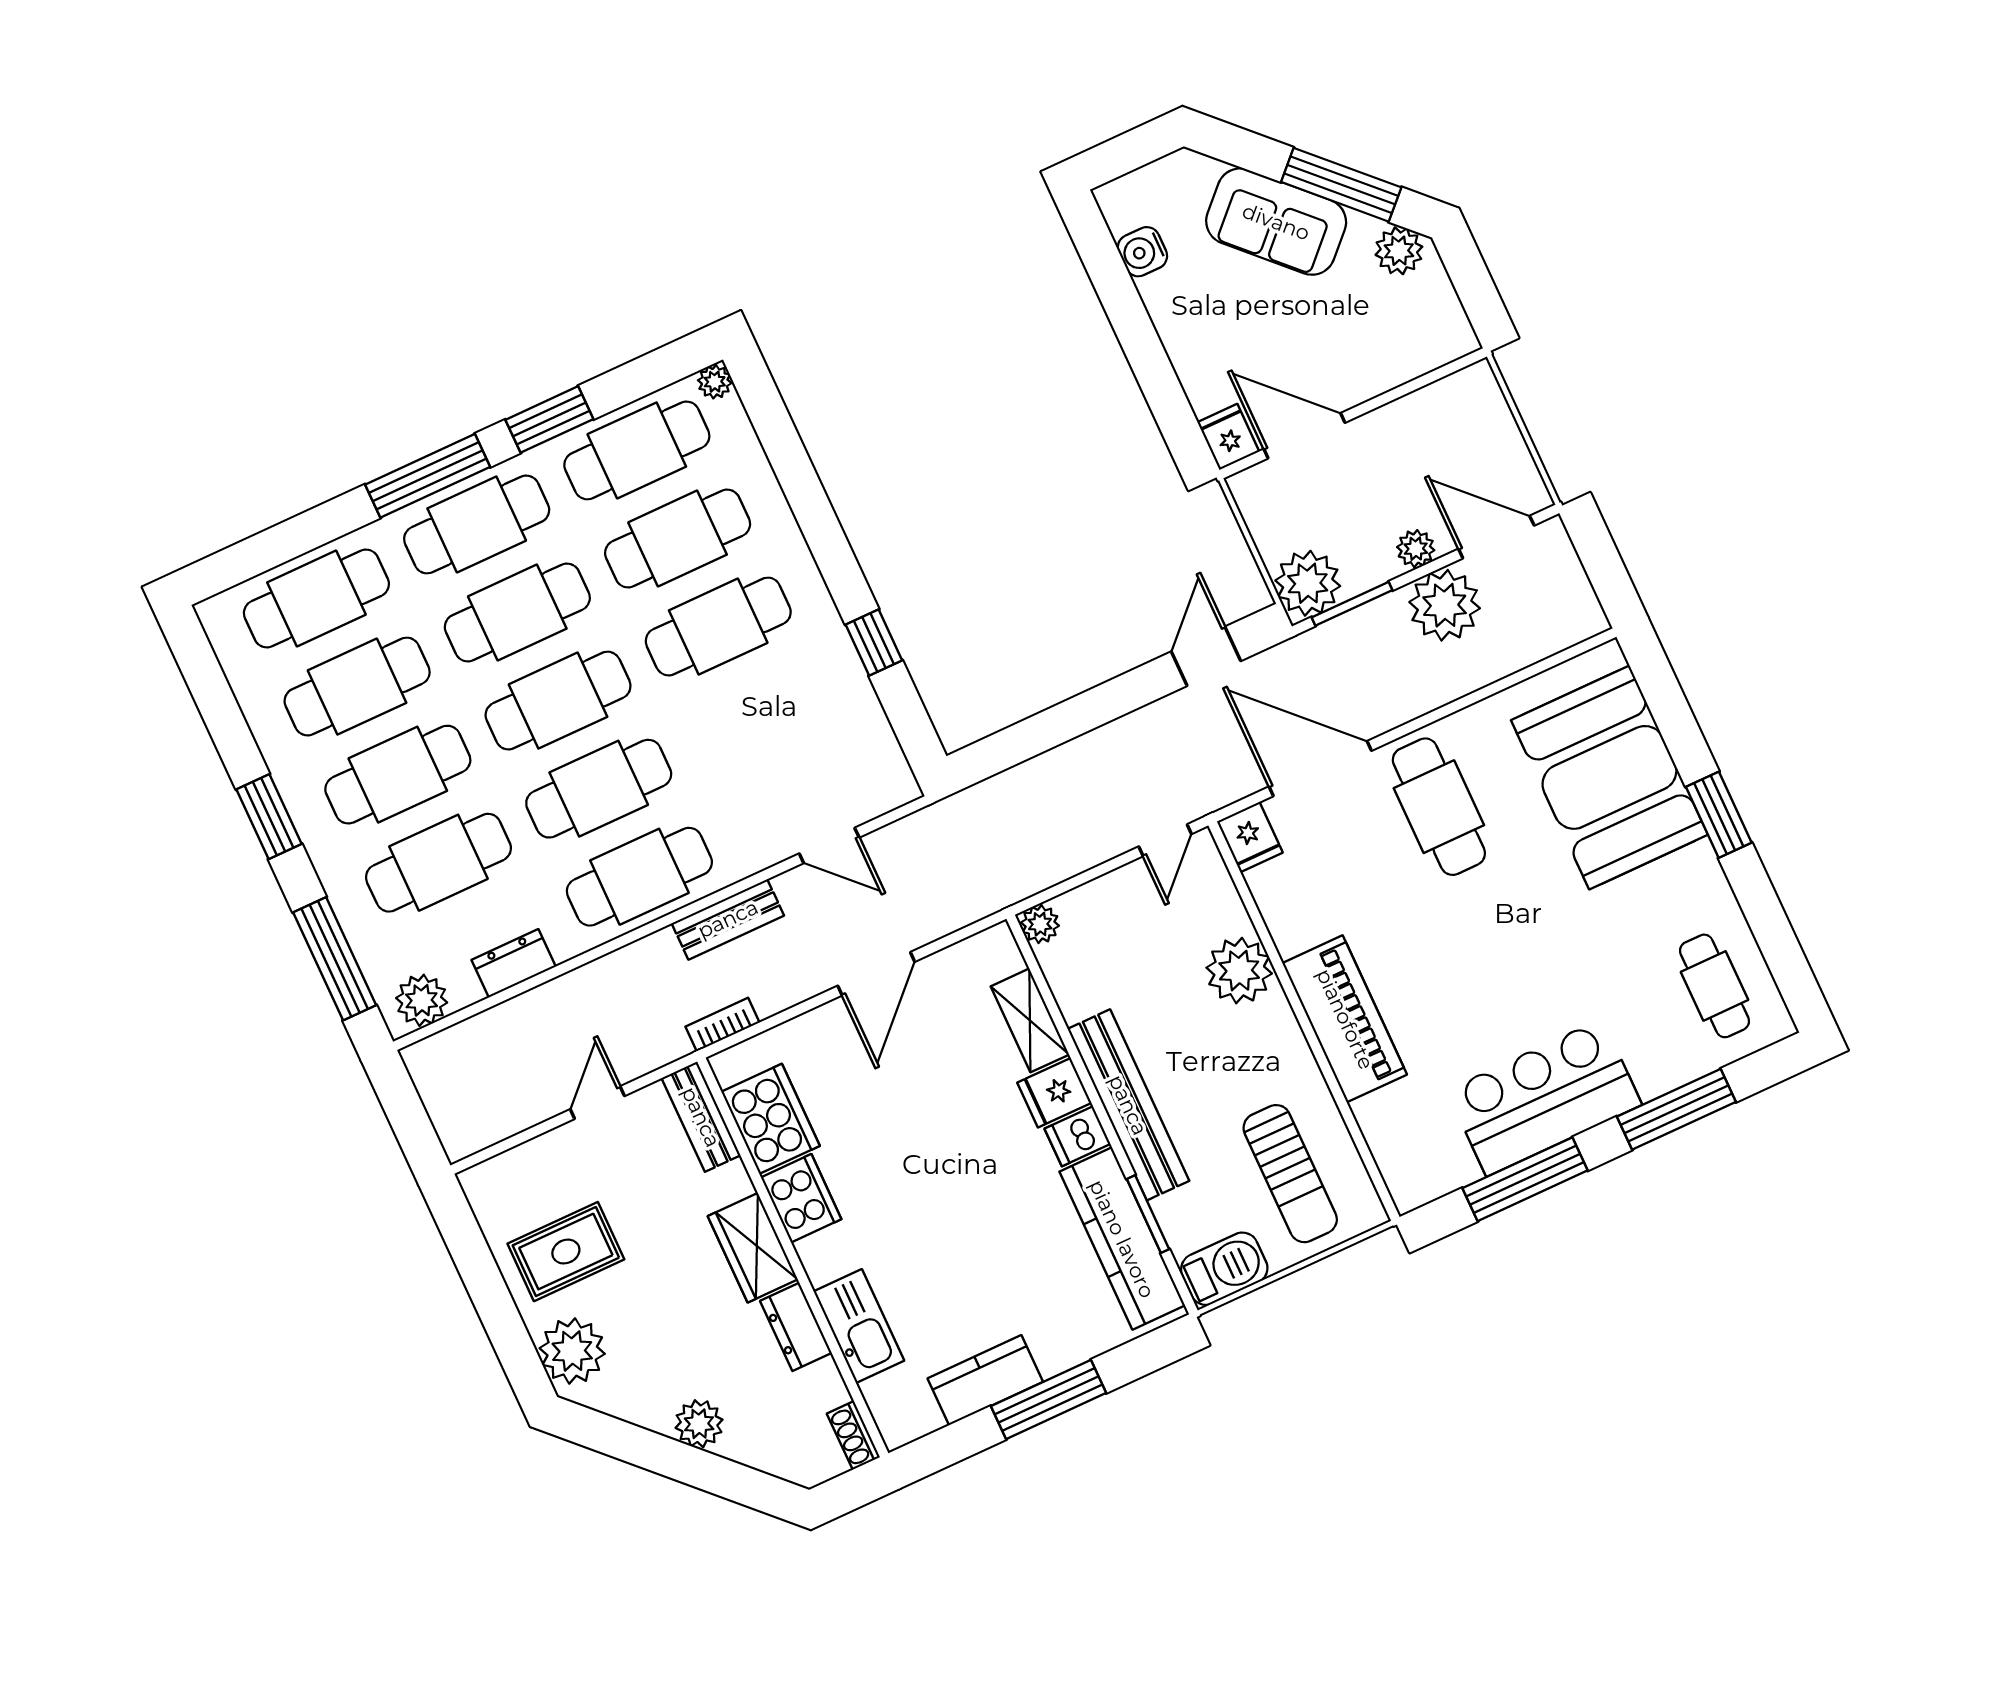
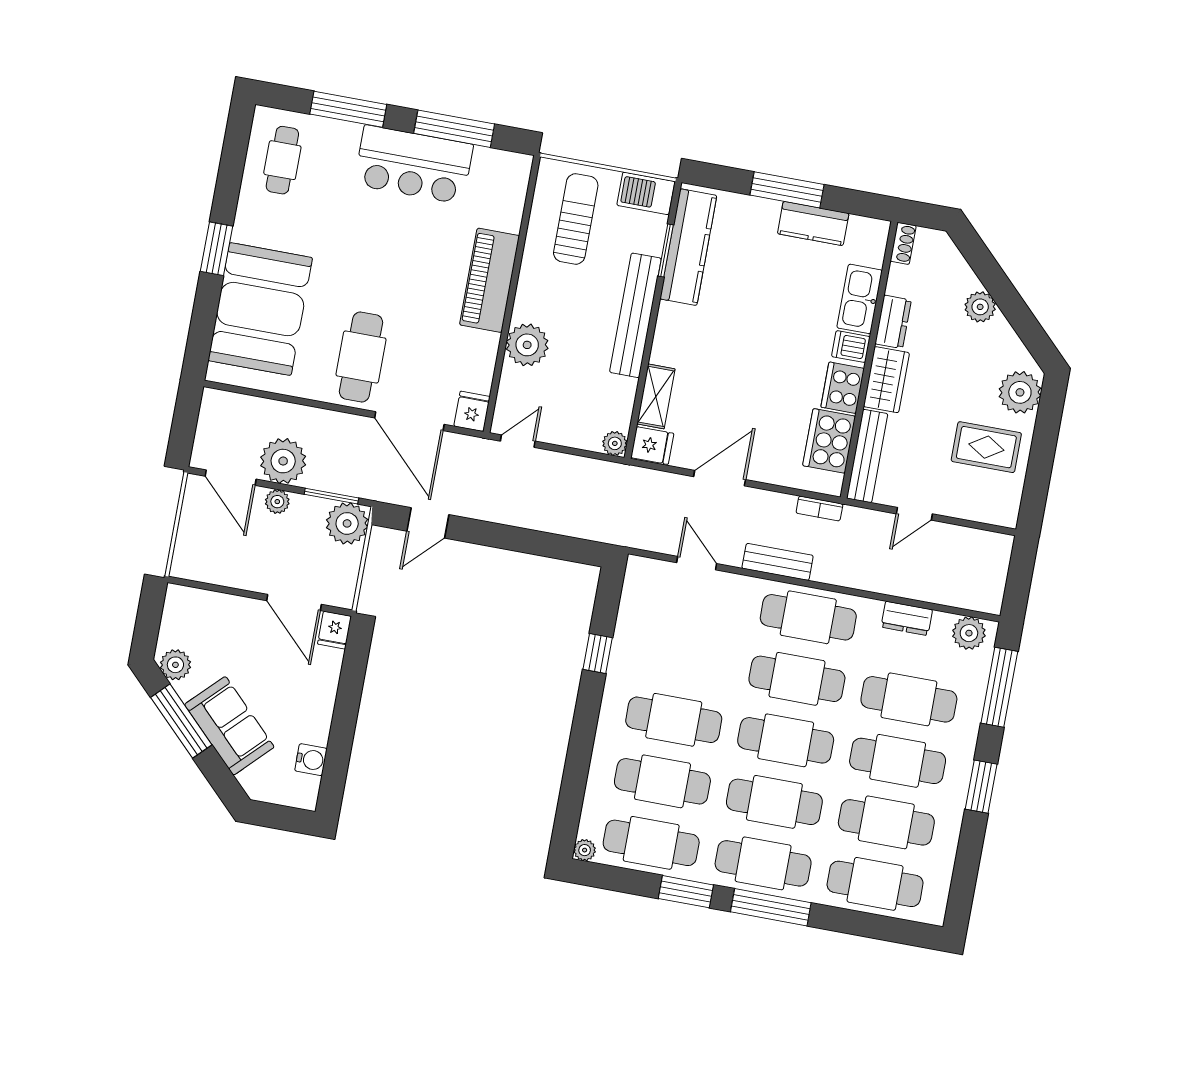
fridge: (1054, 1093) -> (652, 446), moved
bench: (701, 1117) -> (867, 456), width x1.36
dishwasher: (1077, 1136) -> (851, 347), moved, turned 180

